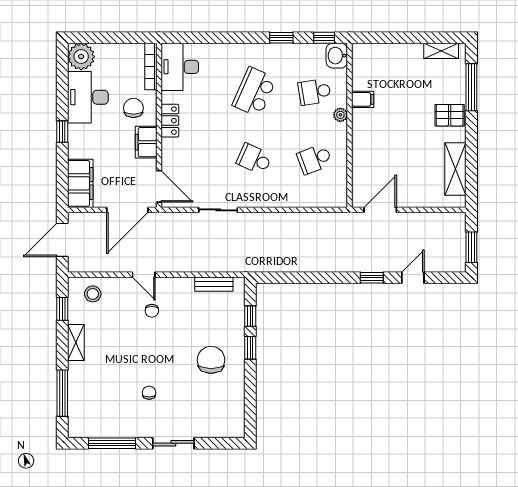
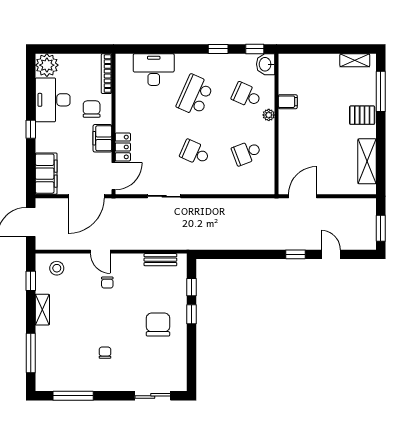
desk: (180, 67) -> (154, 70), moved, turned 90
school desk: (315, 92) -> (247, 95), turned 33
locker: (170, 121) -> (123, 147), moved
door: (159, 186) -> (113, 176), hinge flipped
door: (413, 278) -> (331, 254), hinge flipped
sliding door: (173, 443) -> (153, 396), moved

